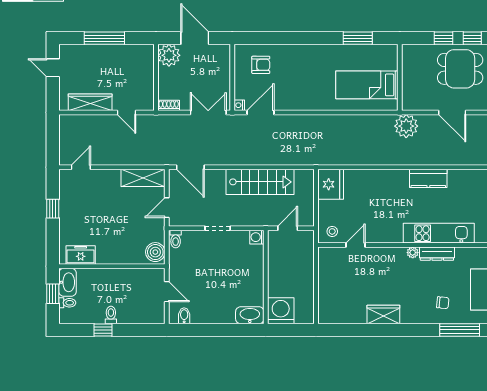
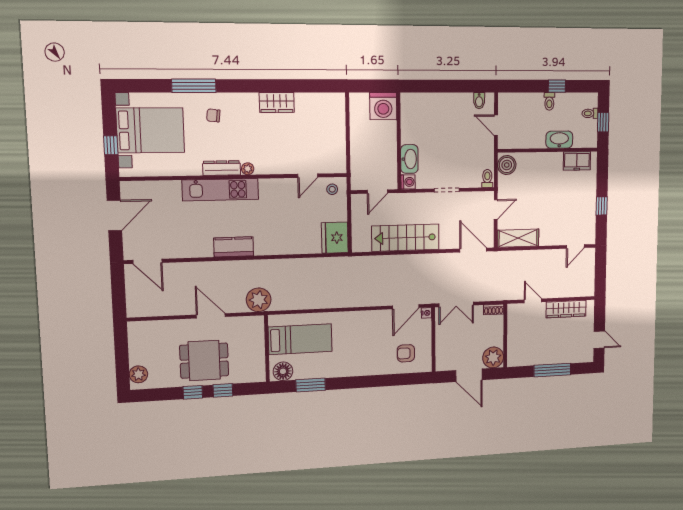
floor lamp: (385, 54) -> (283, 371), added
washbasin: (68, 282) -> (559, 140), moved, turned 90
washbasin: (250, 315) -> (409, 159), moved, turned -90

